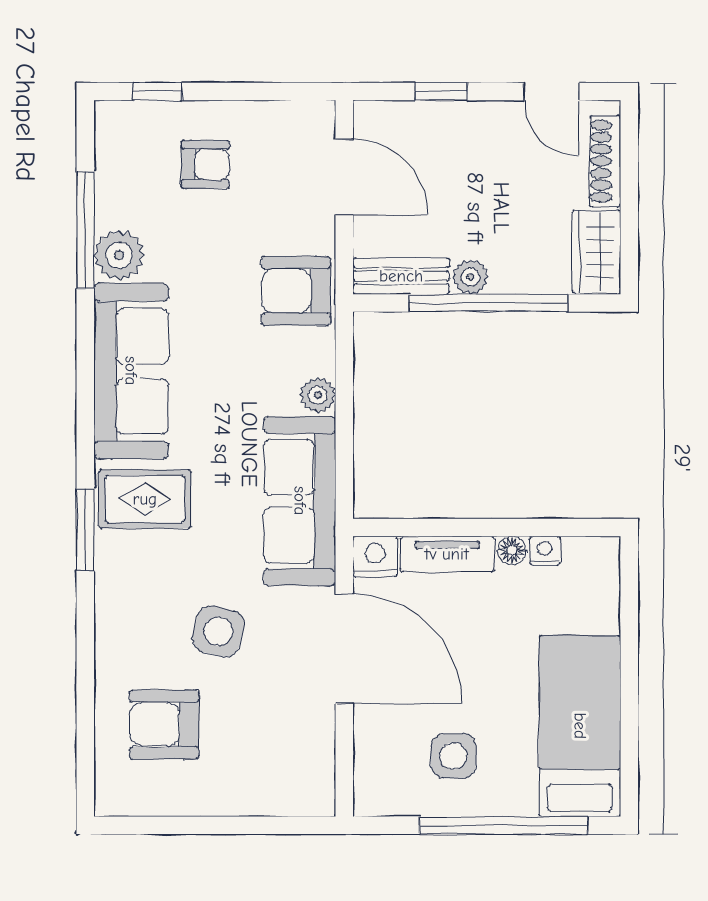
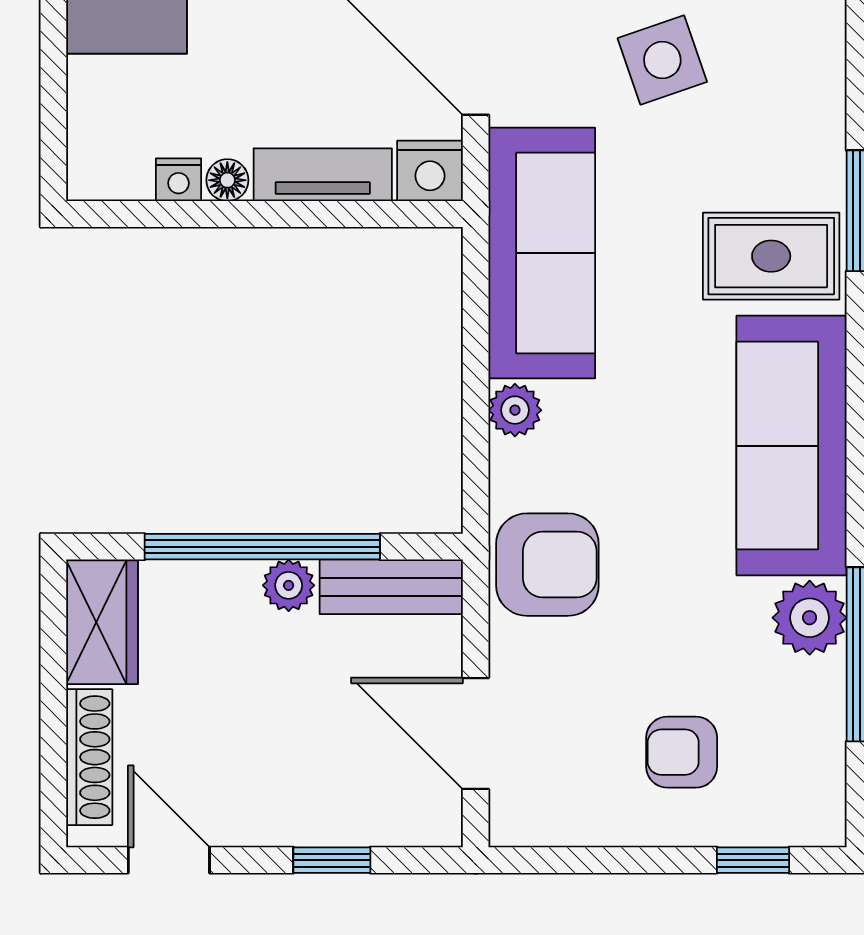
side table: (218, 631) -> (662, 60), turned -33

